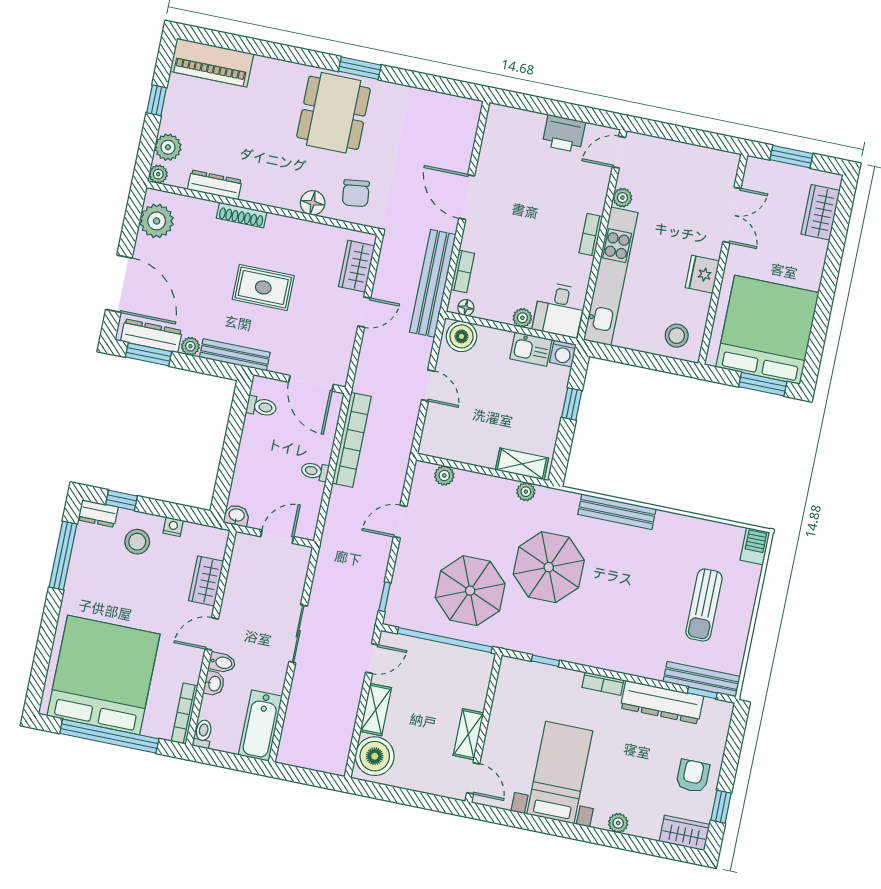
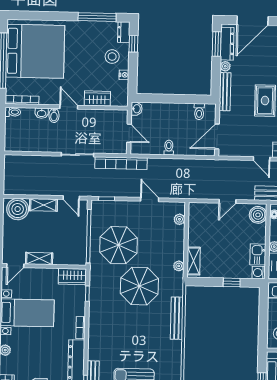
bookcase: (352, 440) -> (121, 163), moved
wardrobe: (511, 682) -> (72, 277), added
bathtub: (260, 726) -> (23, 143), removed

